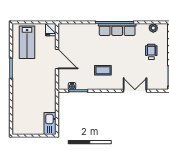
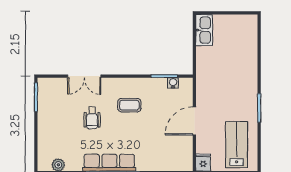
wheelchair: (151, 52) -> (92, 118), moved
door: (57, 59) -> (194, 121), hinge flipped

